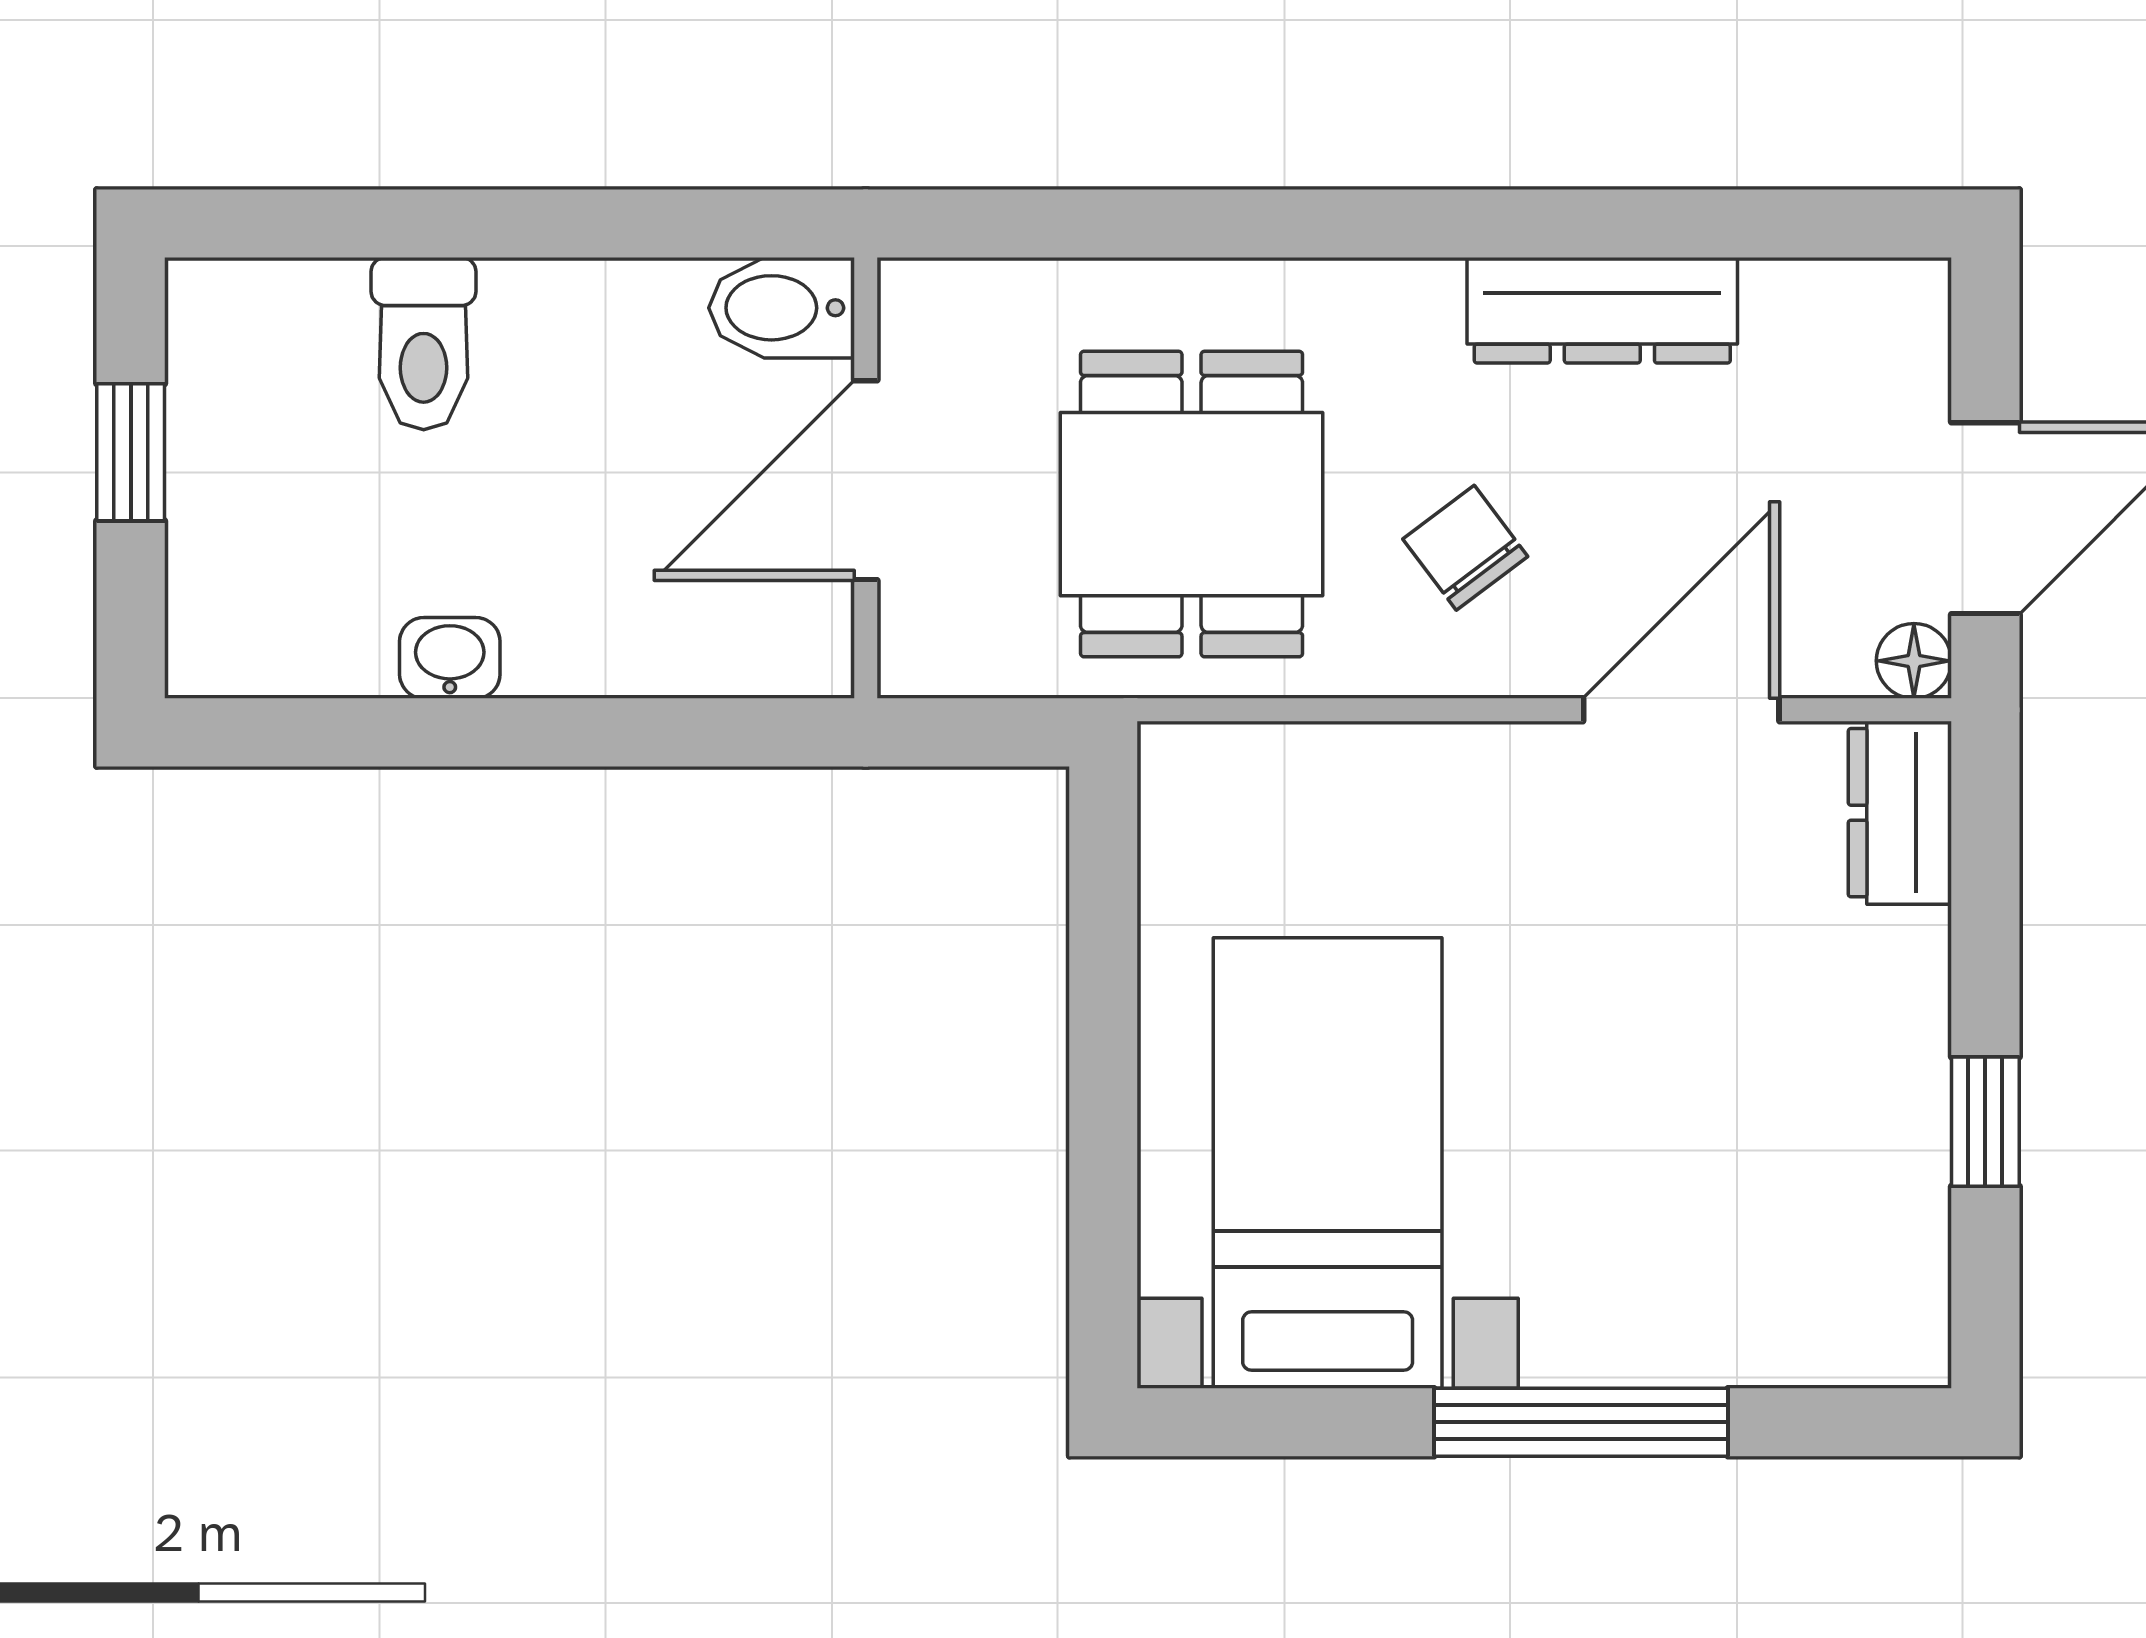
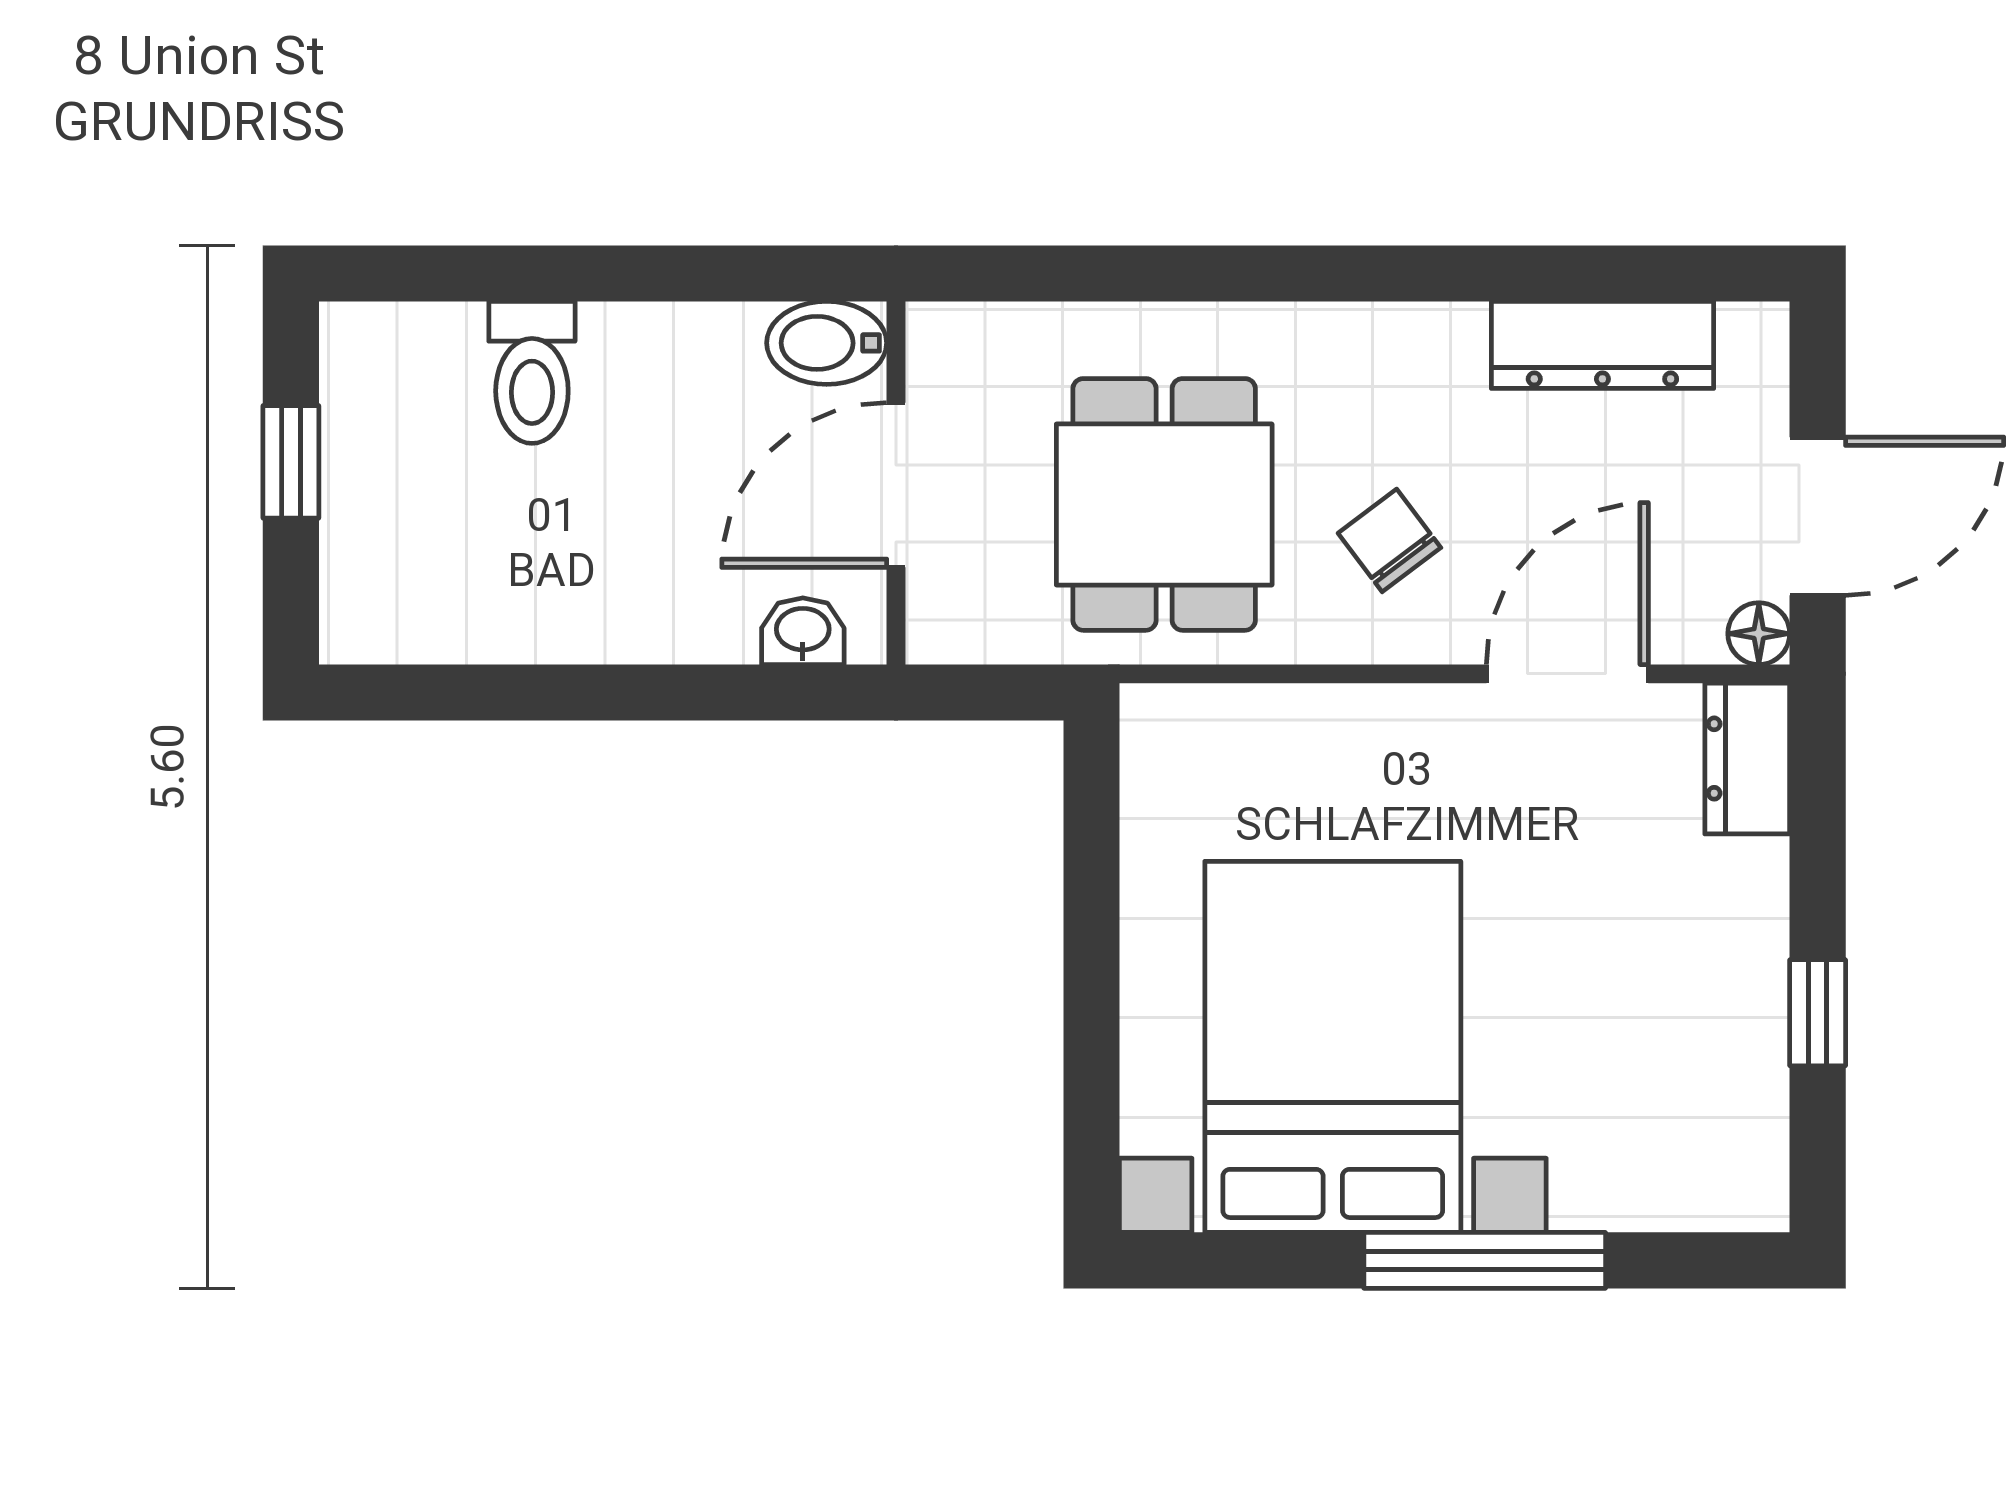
dresser: (1602, 310) -> (1602, 345), moved
washbasin: (450, 658) -> (803, 631), moved
bed with nightstands: (1328, 1163) -> (1333, 1047), width x1.36

